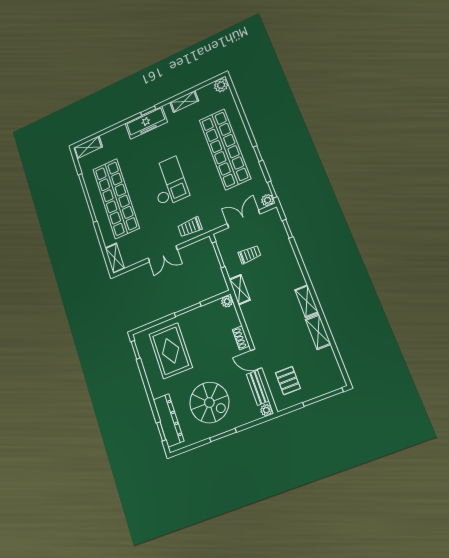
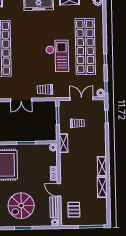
checkout: (168, 182) -> (57, 56), moved
spiral stairs: (209, 403) -> (21, 206), turned 90

